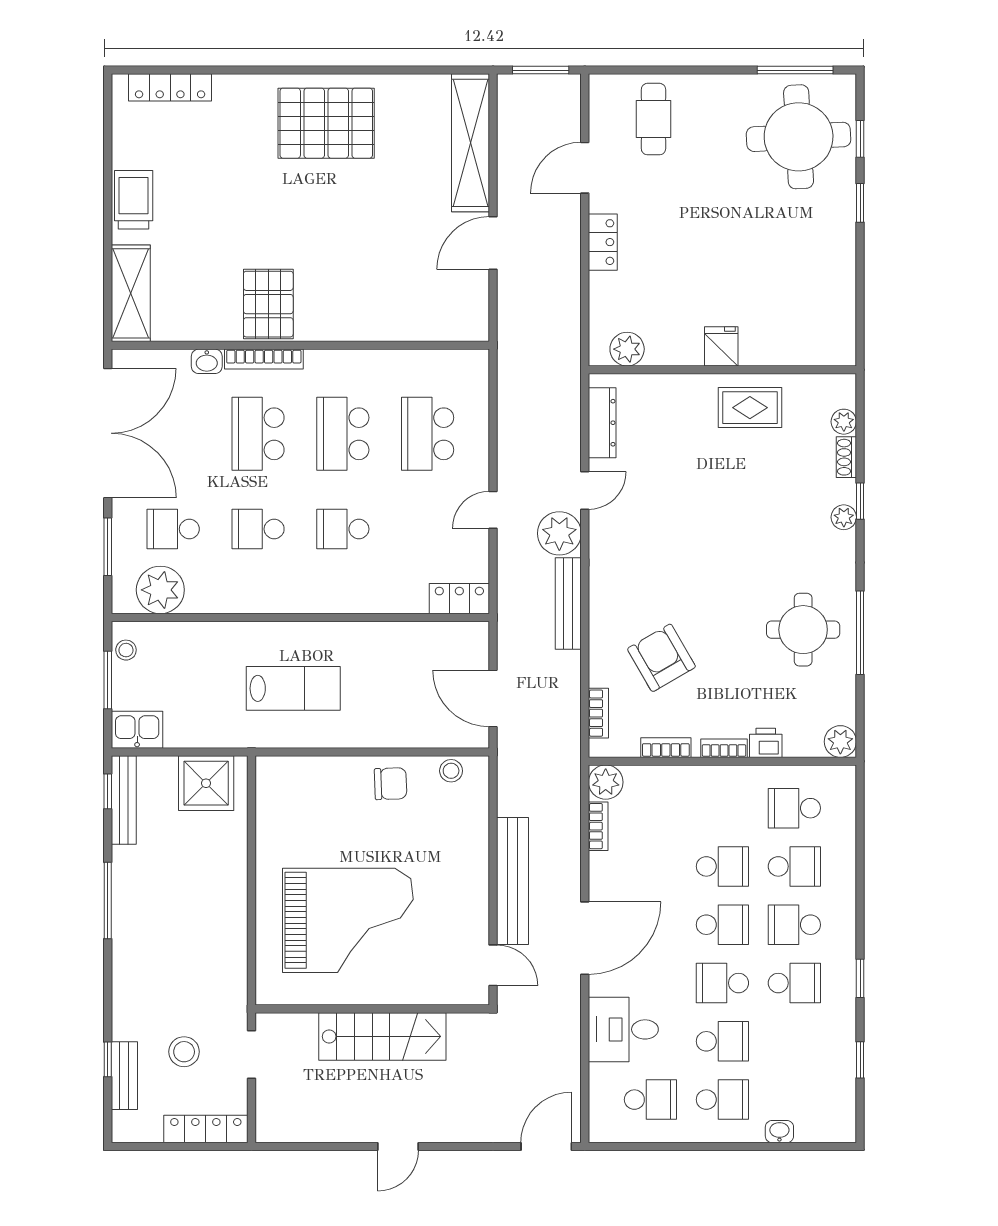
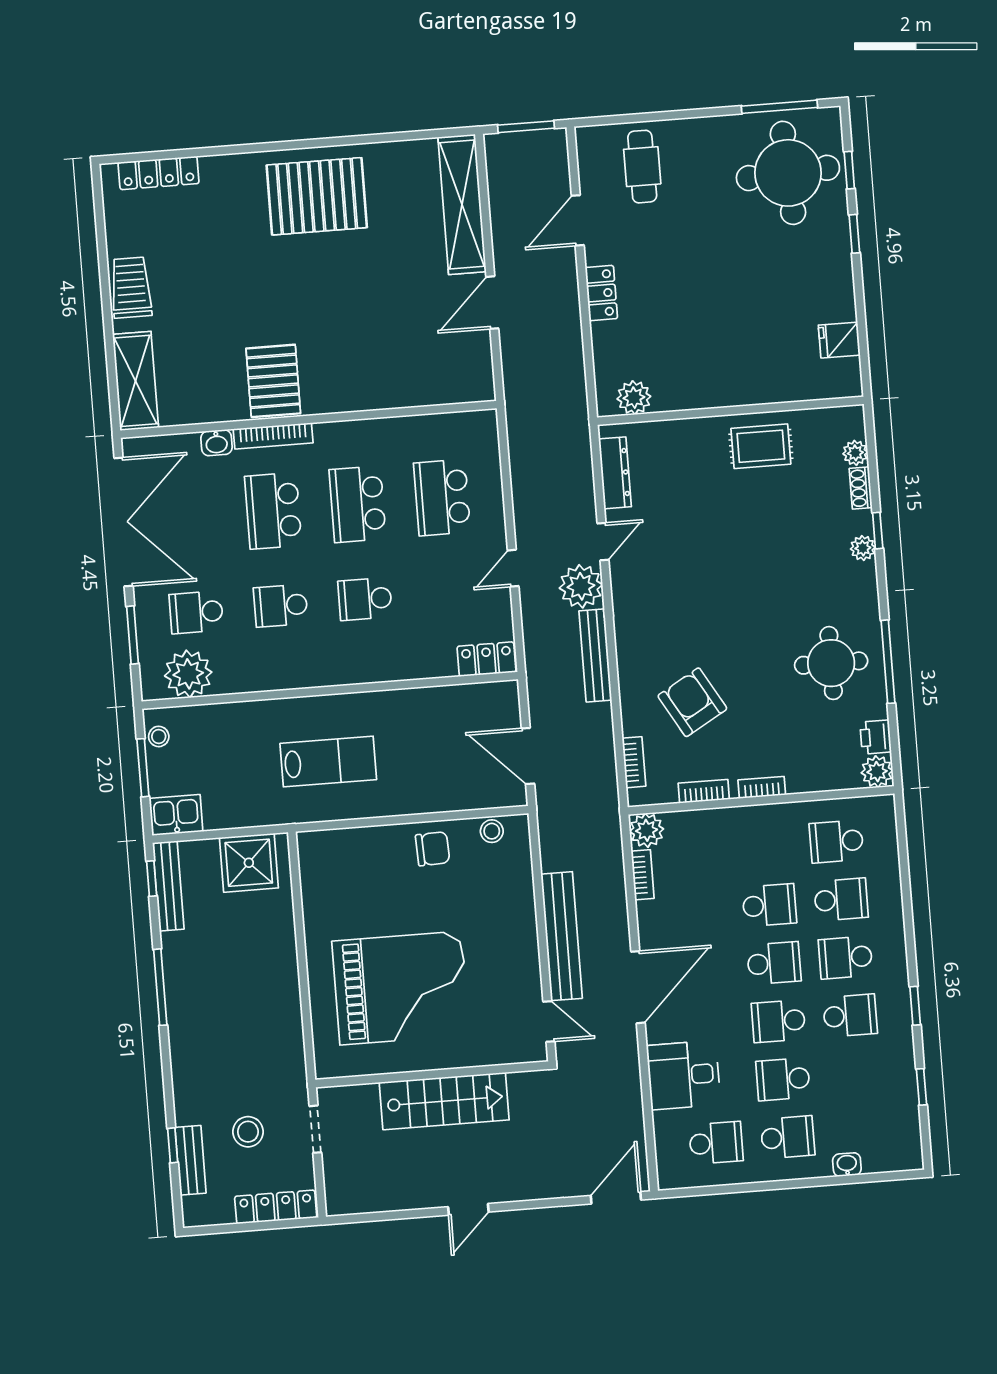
fridge: (721, 346) -> (839, 340), moved, turned -90
printer: (766, 743) -> (876, 737), moved, turned -90
school desk: (722, 1041) -> (783, 1079), turned 180

